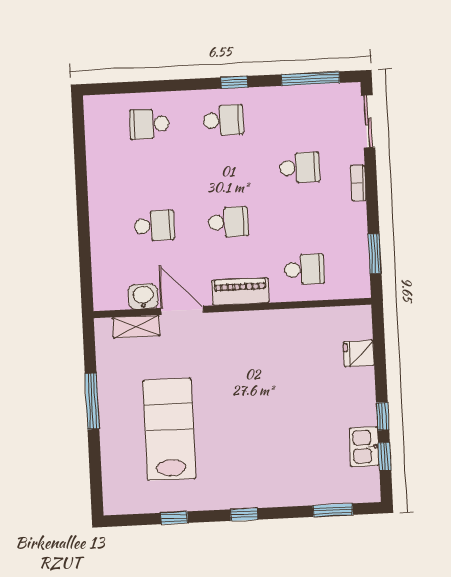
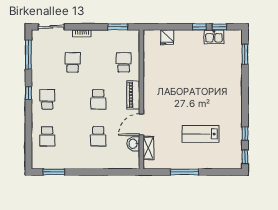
window: (79, 140) -> (54, 172), added
school desk: (228, 222) -> (98, 99), turned 180
school desk: (154, 226) -> (98, 136), turned 180
lab bench: (169, 429) -> (201, 134), width x0.73, depth x0.72
window: (244, 514) -> (245, 157), moved

